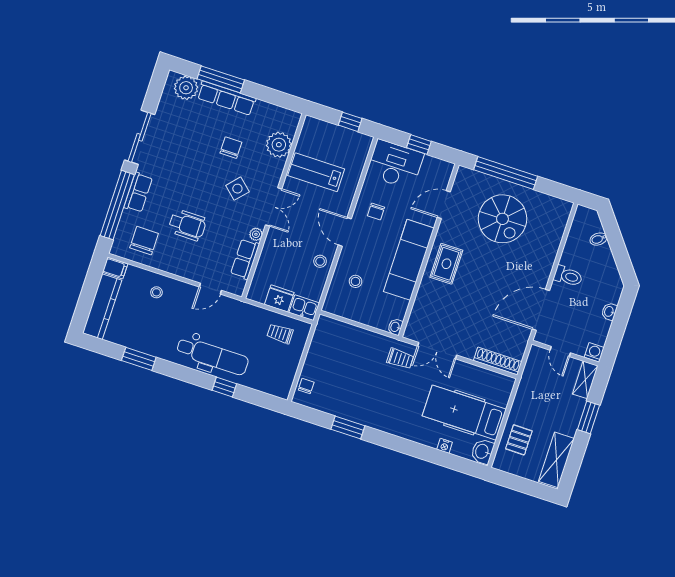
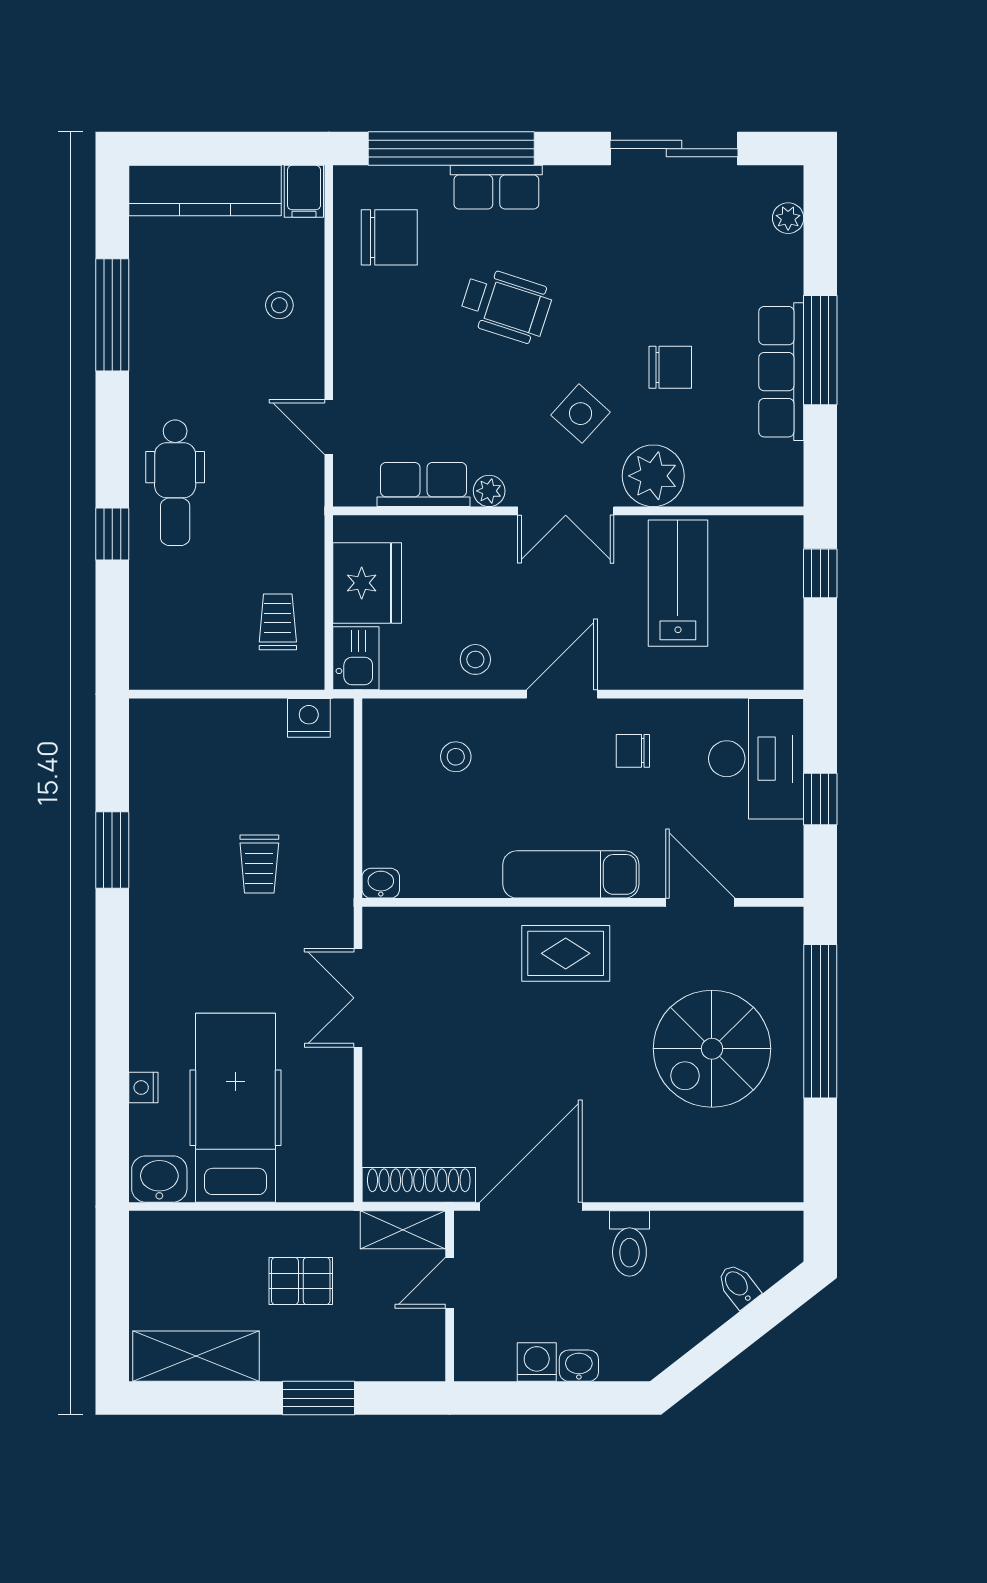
window: (221, 79) -> (820, 350), moved
plant: (186, 88) -> (788, 218), width x0.53, depth x0.53
row of seats: (227, 98) -> (781, 372), moved
window: (350, 122) -> (820, 573), moved
sliding door: (140, 137) -> (674, 149), moved
plant: (279, 145) -> (653, 476), moved
wheelchair: (187, 225) -> (506, 305), moved, turned -72
exam couch: (409, 260) -> (571, 874), width x0.73, depth x0.69
fridge: (279, 298) -> (367, 583), width x1.36, depth x1.34
door: (541, 310) -> (531, 1206), hinge flipped
nightstand: (321, 334) -> (309, 718), added
washing machine: (594, 352) -> (537, 1362), moved, turned -90
dental chair: (212, 356) -> (175, 483), width x0.73, depth x0.72
window: (139, 359) -> (112, 315), width x1.44
trolley: (400, 359) -> (259, 864), moved
shoe rack: (498, 361) -> (419, 1185), moved, turned -90
shelving: (585, 380) -> (403, 1230), moved
chair: (306, 386) -> (177, 722), removed
pallet: (519, 440) -> (301, 1281), moved

